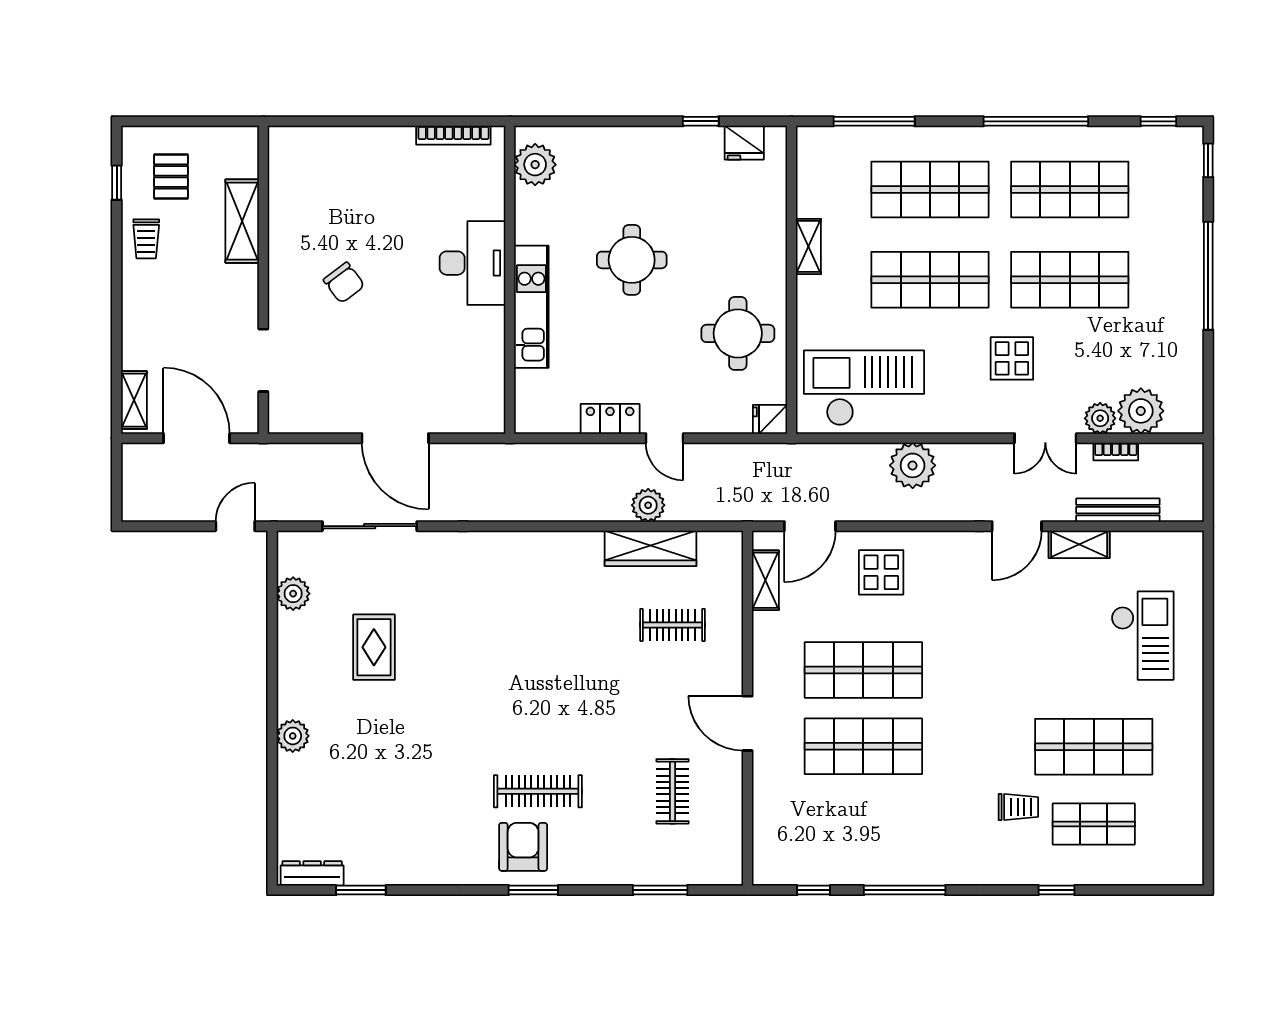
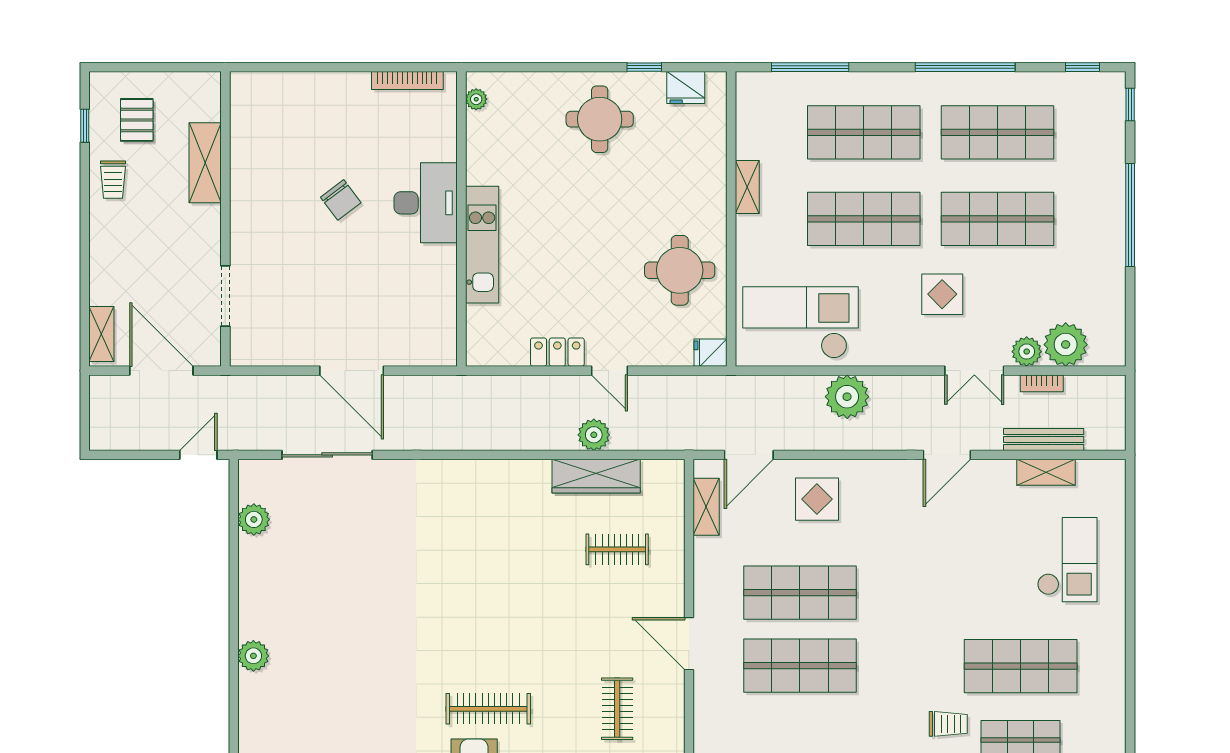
plant: (535, 165) -> (476, 99), width x0.53, depth x0.53
round table: (632, 260) -> (600, 119), moved
chair: (344, 283) -> (341, 200), moved
shelving: (1079, 544) -> (1046, 472), moved
rug: (374, 647) -> (331, 571), removed

